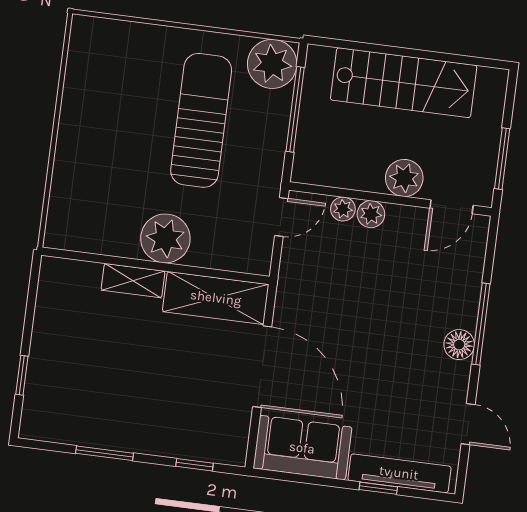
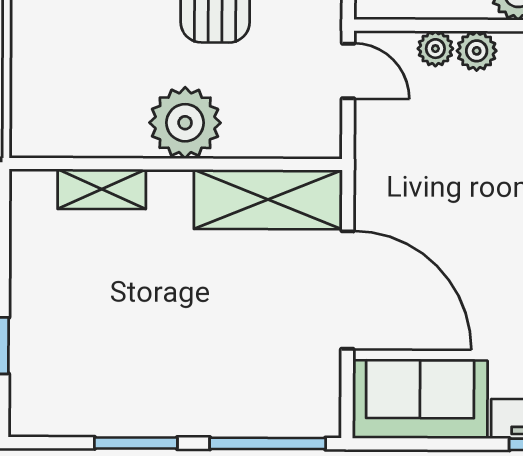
door: (281, 217) -> (348, 71), hinge flipped
shelving: (133, 281) -> (102, 189), moved
window: (195, 465) -> (268, 443), width x2.17

